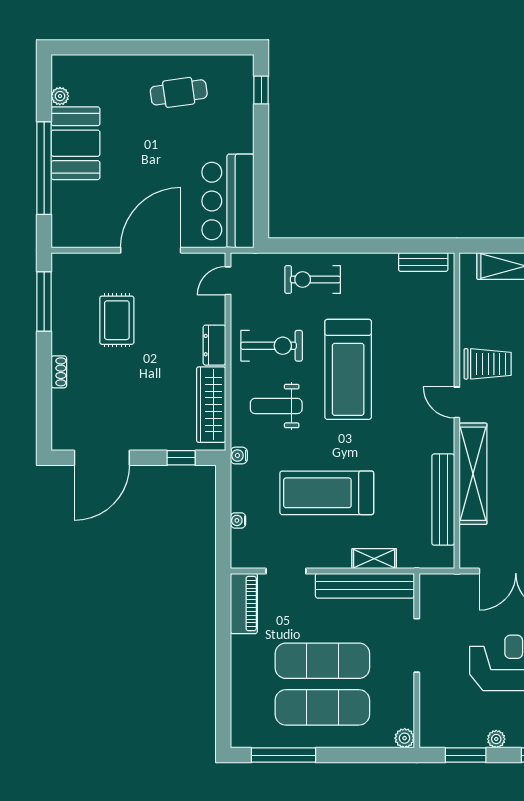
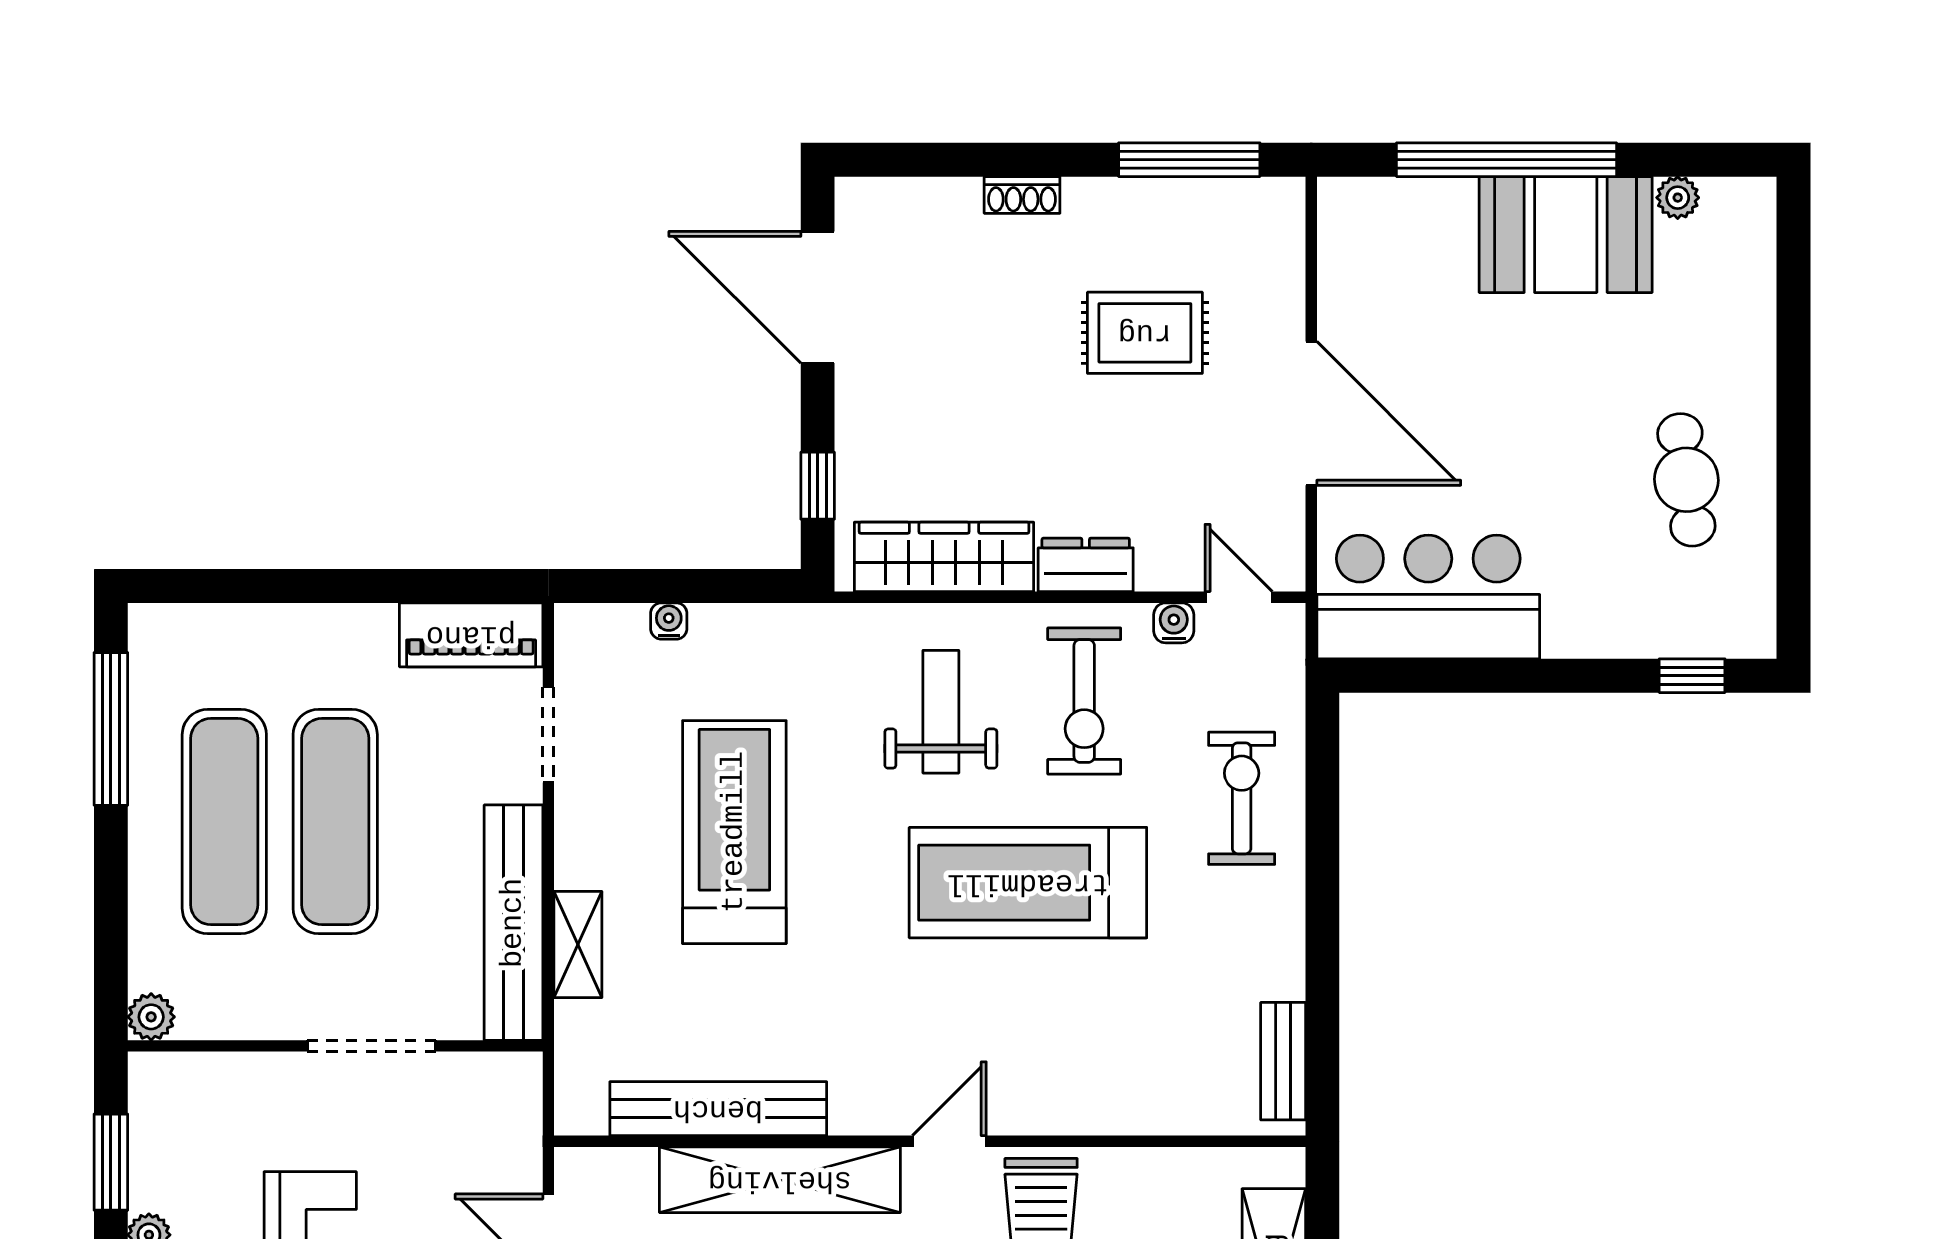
water cooler: (239, 455) -> (1174, 623), moved

